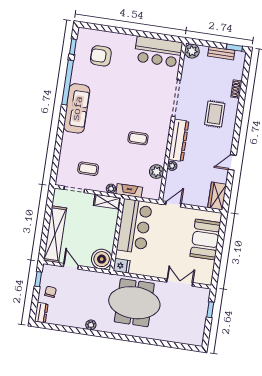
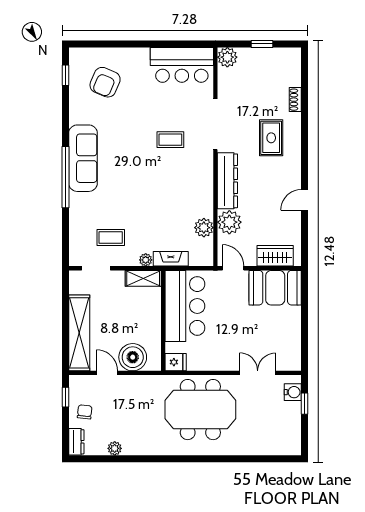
window: (234, 48) -> (262, 44), moved
bench: (221, 53) -> (268, 54), removed
armchair: (101, 56) -> (105, 82), turned -67
window: (68, 82) -> (65, 177), moved
coffee table: (138, 138) -> (170, 140), moved
plant: (172, 166) -> (229, 222), width x1.88, depth x1.88
wardrobe: (217, 196) -> (275, 256), moved, turned 90
door: (173, 204) -> (233, 268), hinge flipped
booth: (205, 239) -> (275, 288), moved, turned 90
boiler: (102, 259) -> (133, 357), moved
water cooler: (203, 300) -> (293, 392), added
plant: (91, 325) -> (115, 448), moved

